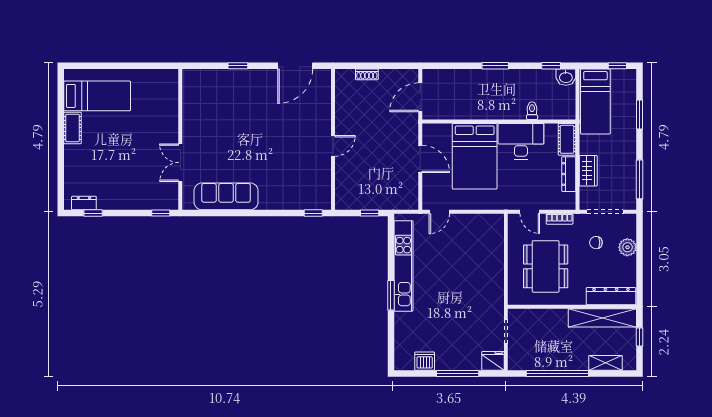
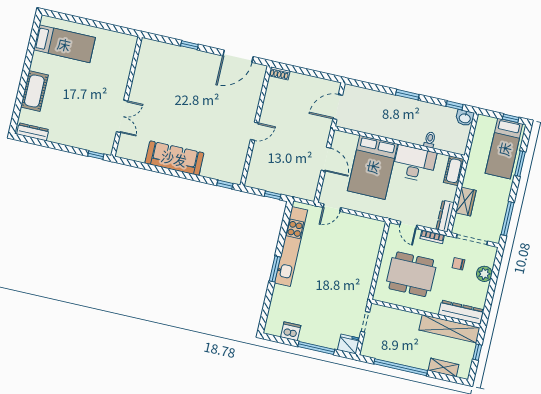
shoe rack: (367, 74) -> (279, 73), moved
bed: (595, 101) -> (504, 149), moved
cot: (72, 128) -> (34, 91), moved, width x1.37, depth x1.34
double door: (180, 163) -> (122, 116), swing flipped
dresser: (569, 174) -> (445, 216), moved
sofa: (226, 196) -> (174, 158), moved
dresser: (84, 203) -> (33, 132), width x1.44
window: (93, 213) -> (39, 142), removed
dining table: (546, 266) -> (411, 274), turned 90

